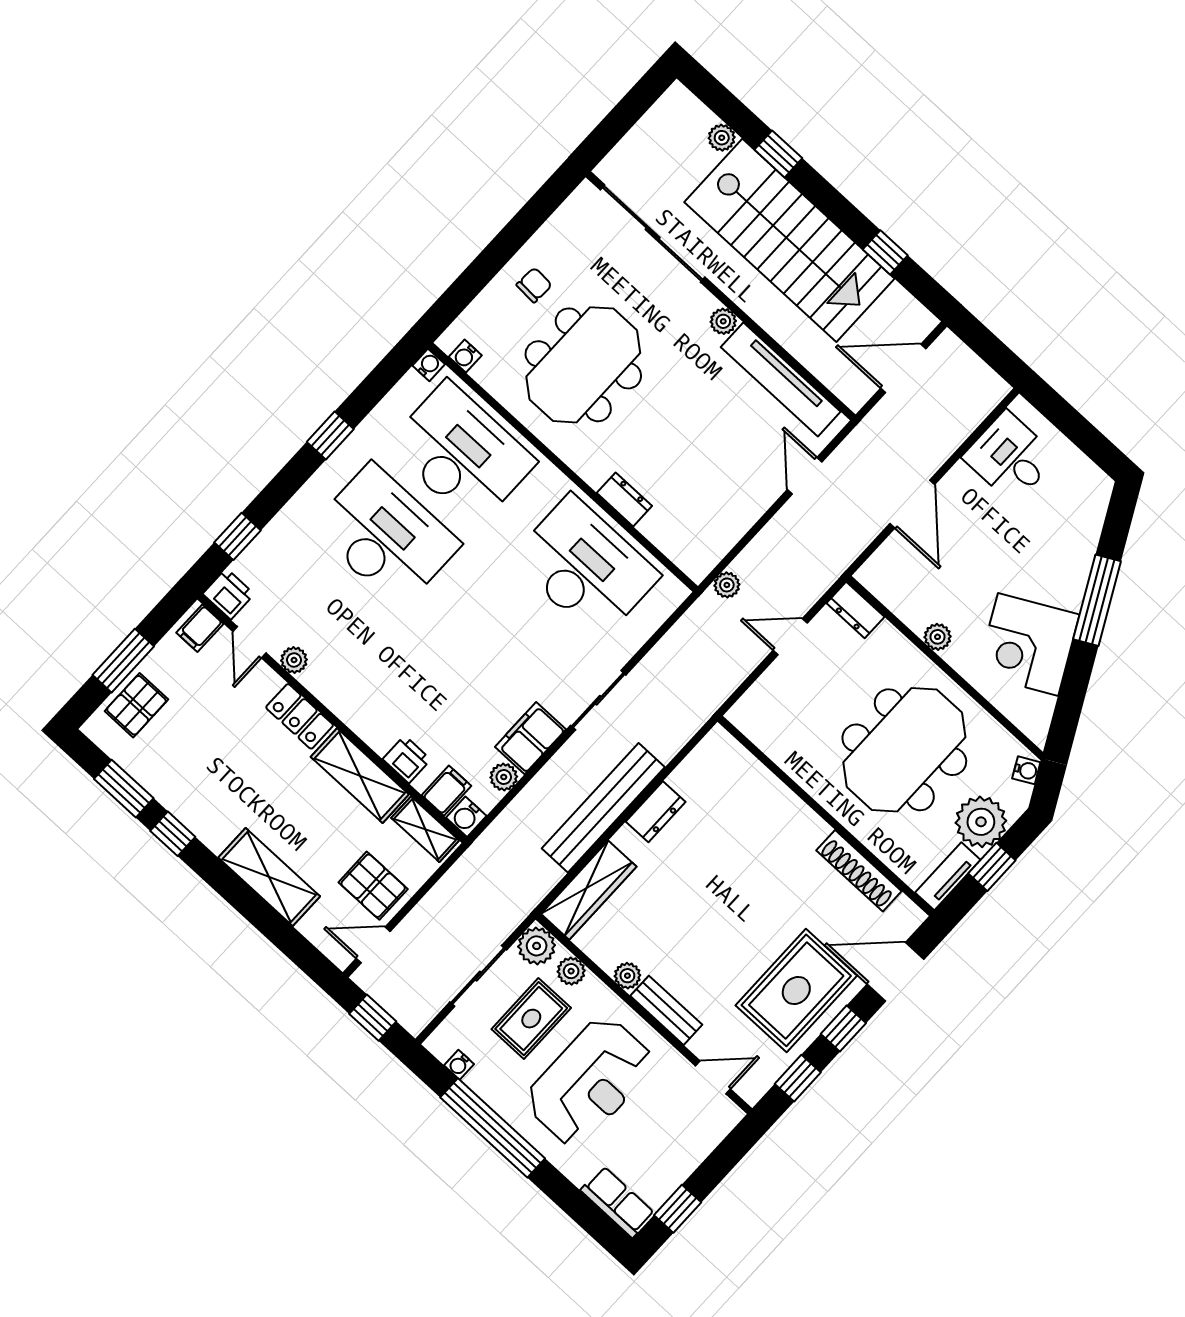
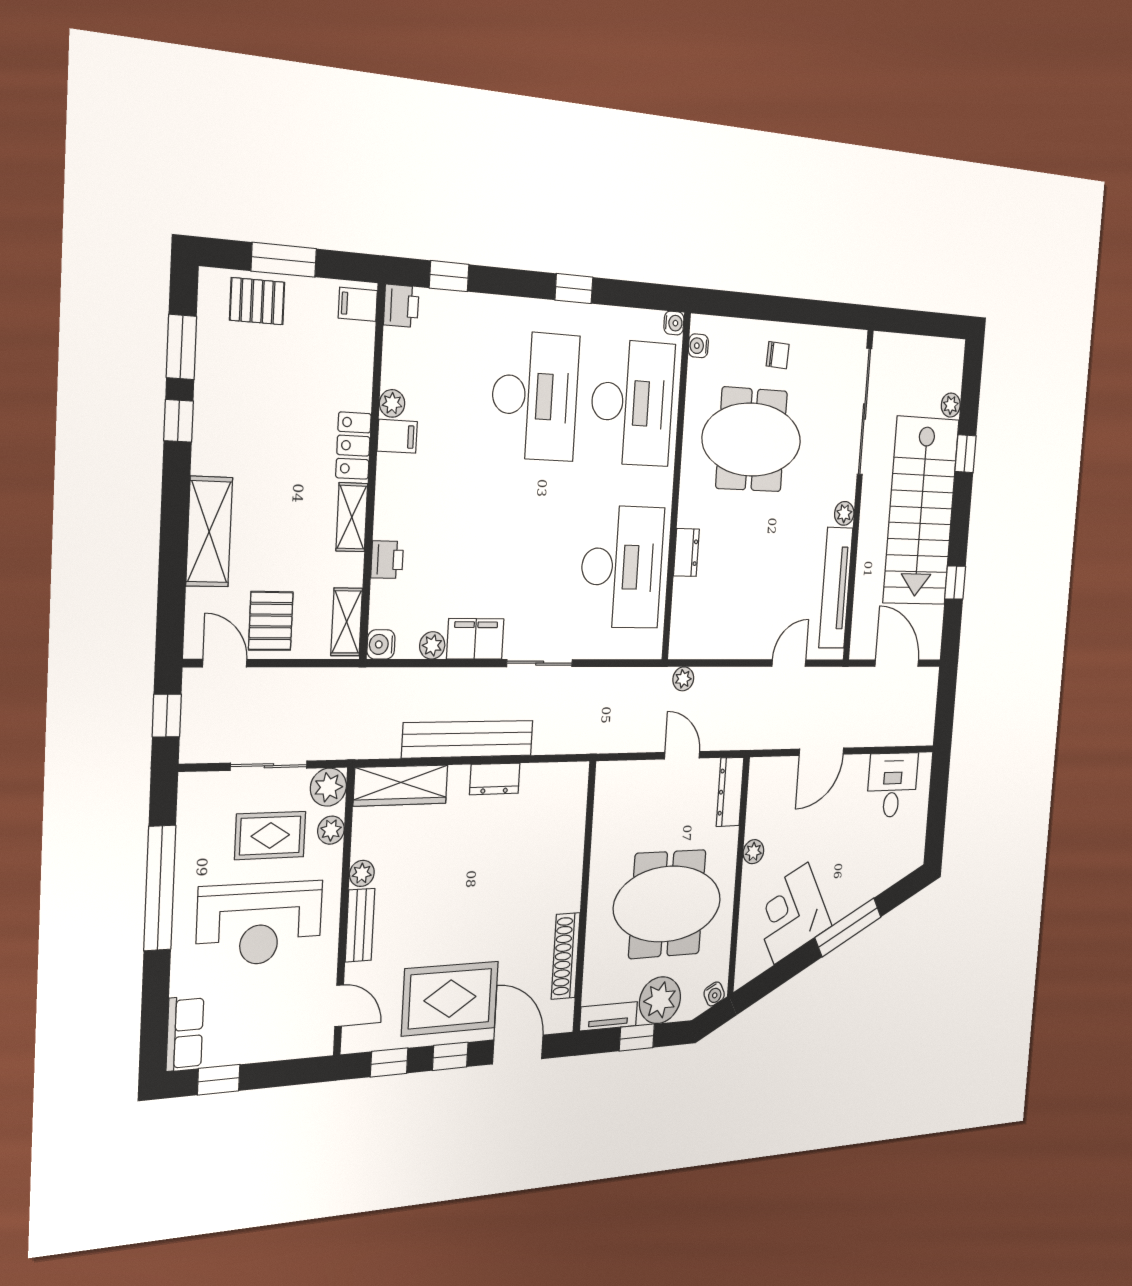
dresser: (855, 610) -> (730, 792), width x1.44
door: (249, 642) -> (378, 355), removed
shelving: (360, 776) -> (352, 517), width x0.67, depth x0.75
filing cabinet: (446, 791) -> (397, 436), moved
water cooler: (459, 1065) -> (187, 816), removed

